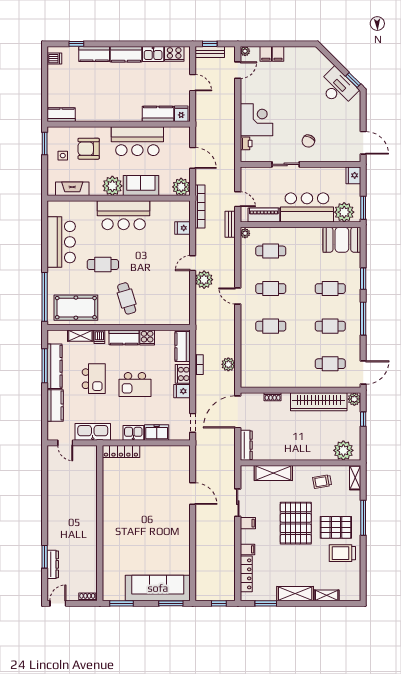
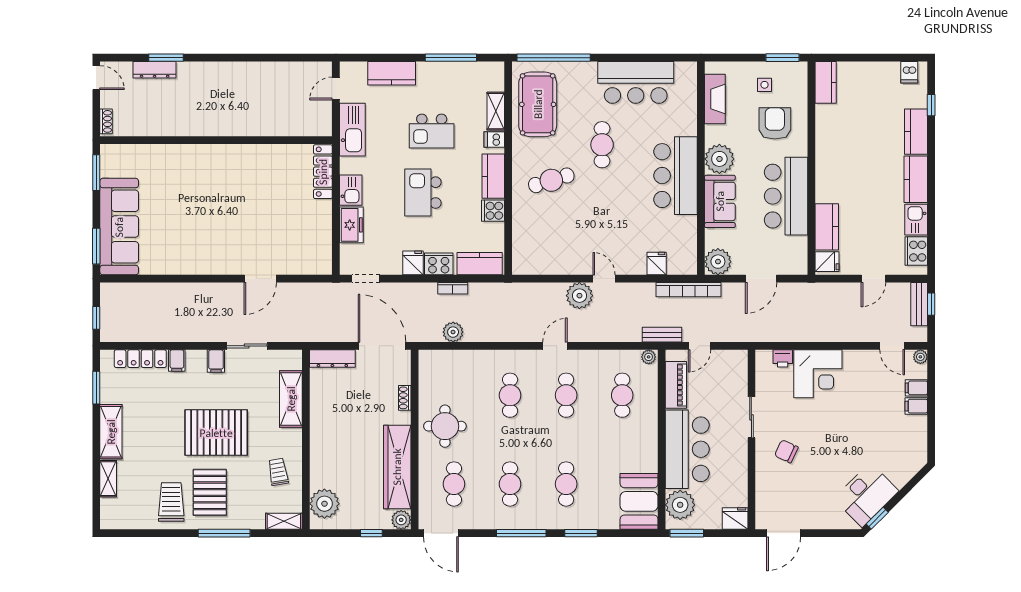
kitchen counter: (54, 366) -> (450, 73), removed
round table: (291, 370) -> (445, 426), added

